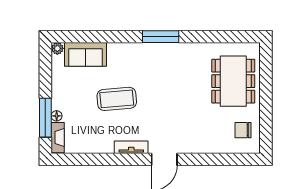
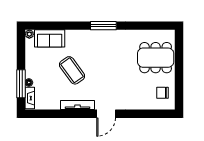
dining table: (233, 81) -> (156, 58), turned 90
coffee table: (117, 99) -> (72, 70), turned 59
tv unit: (131, 147) -> (77, 105), width x1.41

